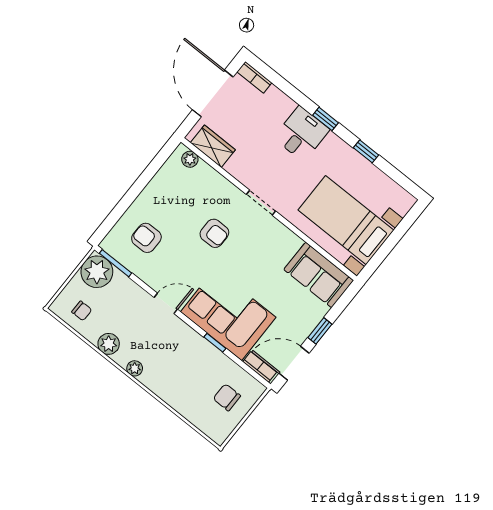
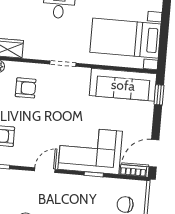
armchair: (214, 233) -> (26, 88), moved
sofa: (319, 275) -> (123, 85), width x1.36
window: (320, 331) -> (159, 95), moved

